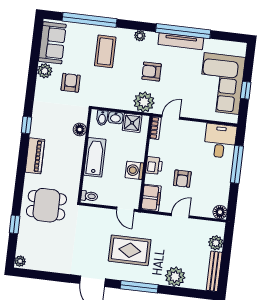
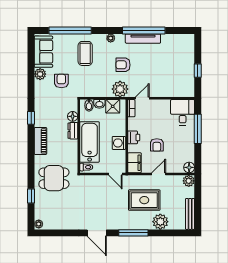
corner sofa: (221, 84) -> (178, 68), removed
dresser: (78, 148) -> (73, 131), added
bathtub: (95, 157) -> (90, 142), width x1.36, depth x1.36
plant: (216, 243) -> (189, 181), moved
rug: (130, 250) -> (144, 200), moved

